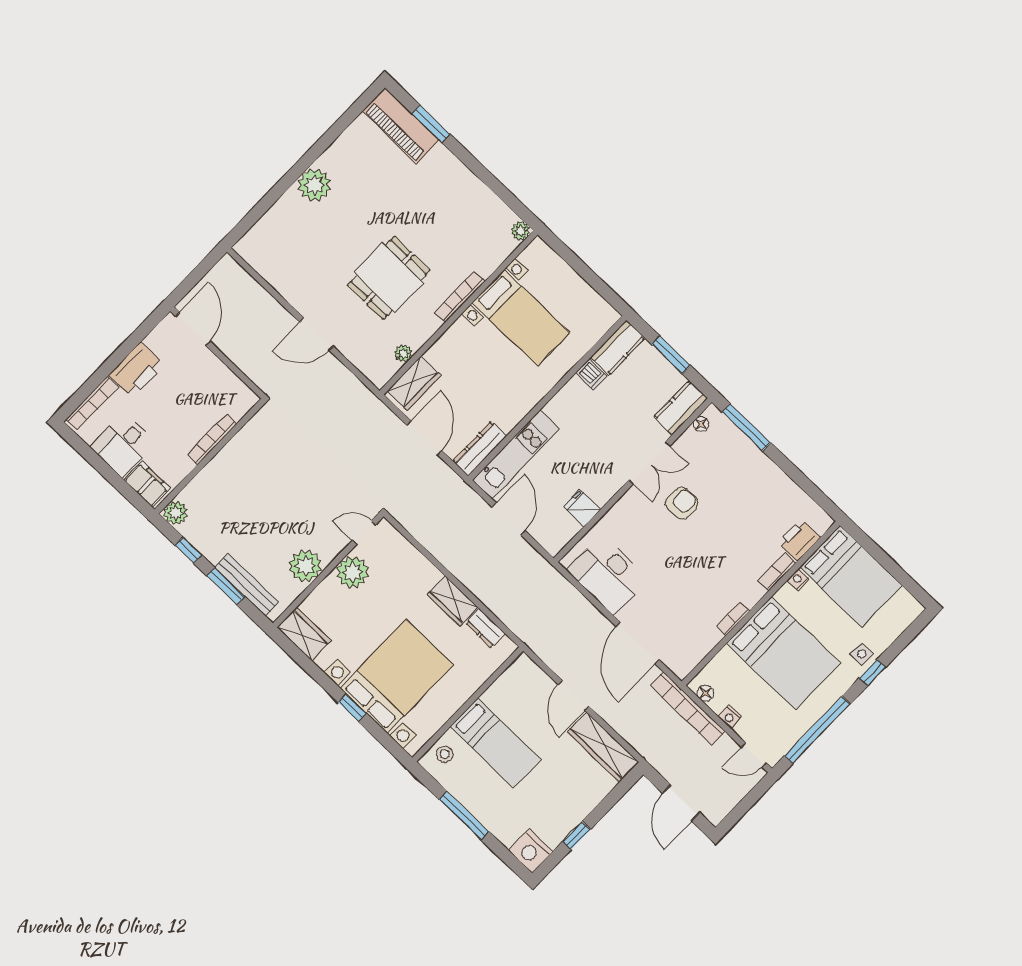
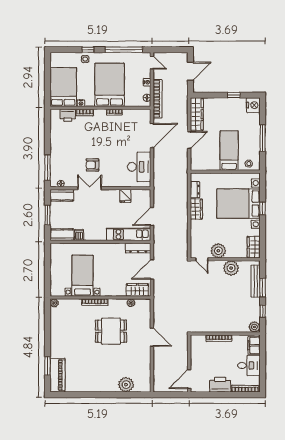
plant: (314, 185) -> (126, 385), moved

